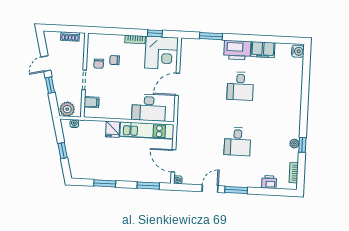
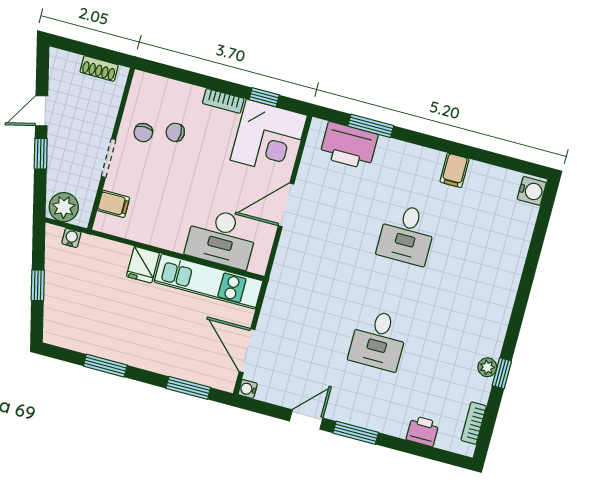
printer: (237, 50) -> (349, 146), moved
filing cabinet: (263, 50) -> (454, 170), width x0.50

